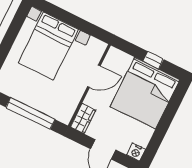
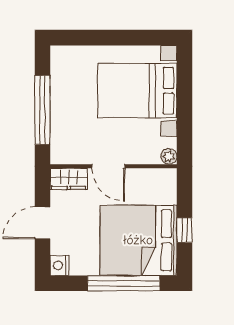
plant: (101, 47) -> (169, 156), added
door: (94, 76) -> (108, 166), moved
window: (168, 116) -> (124, 283), added

